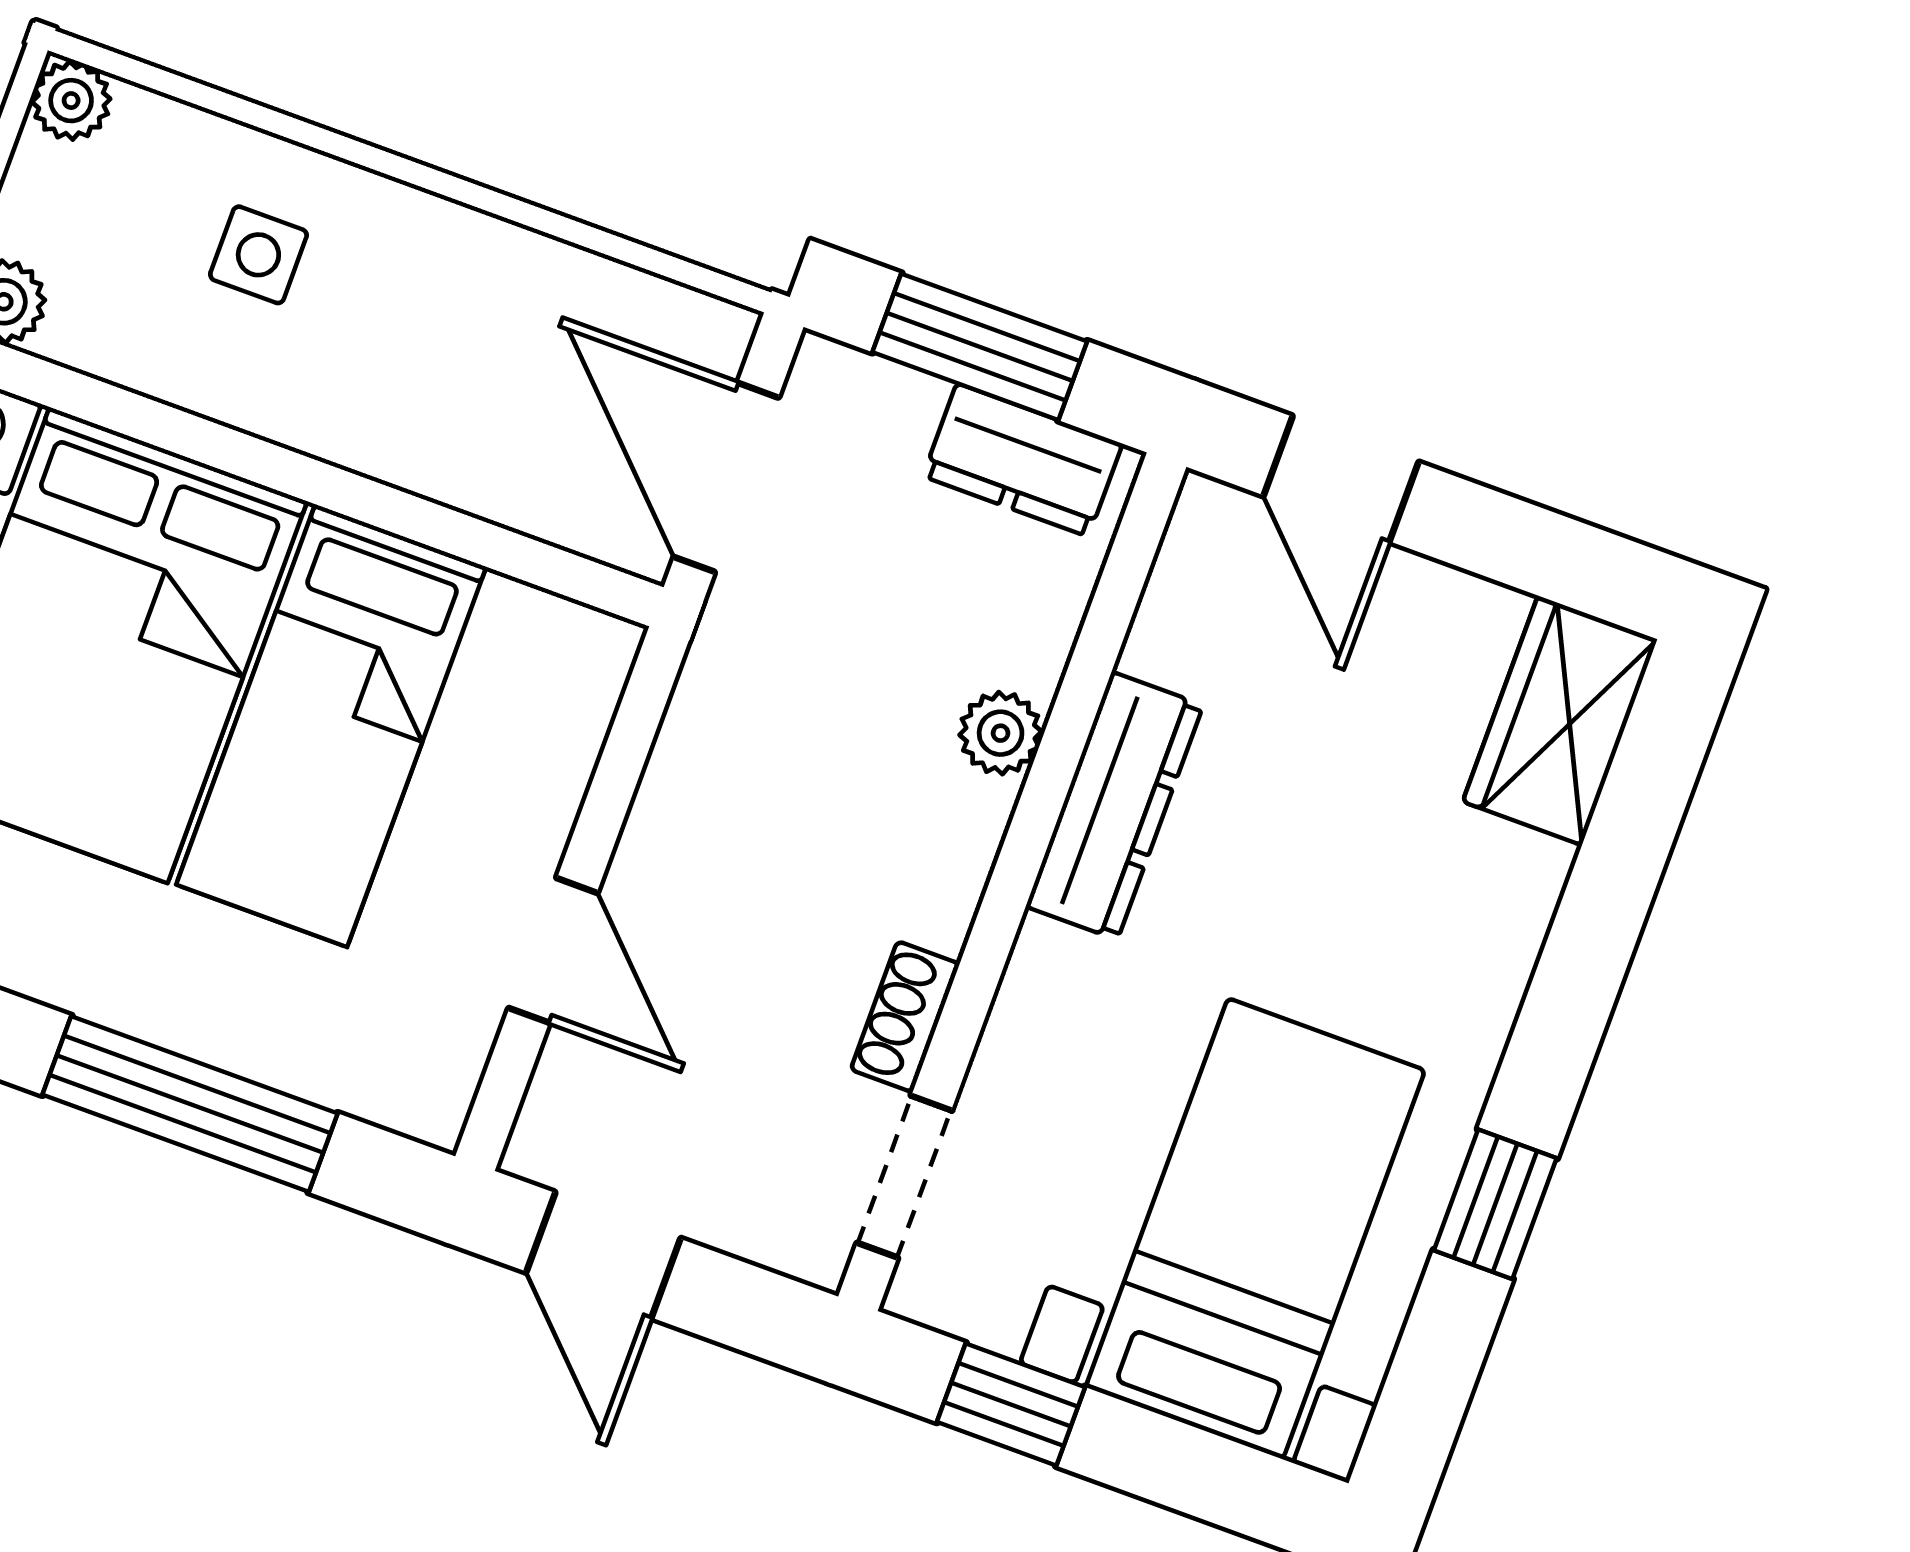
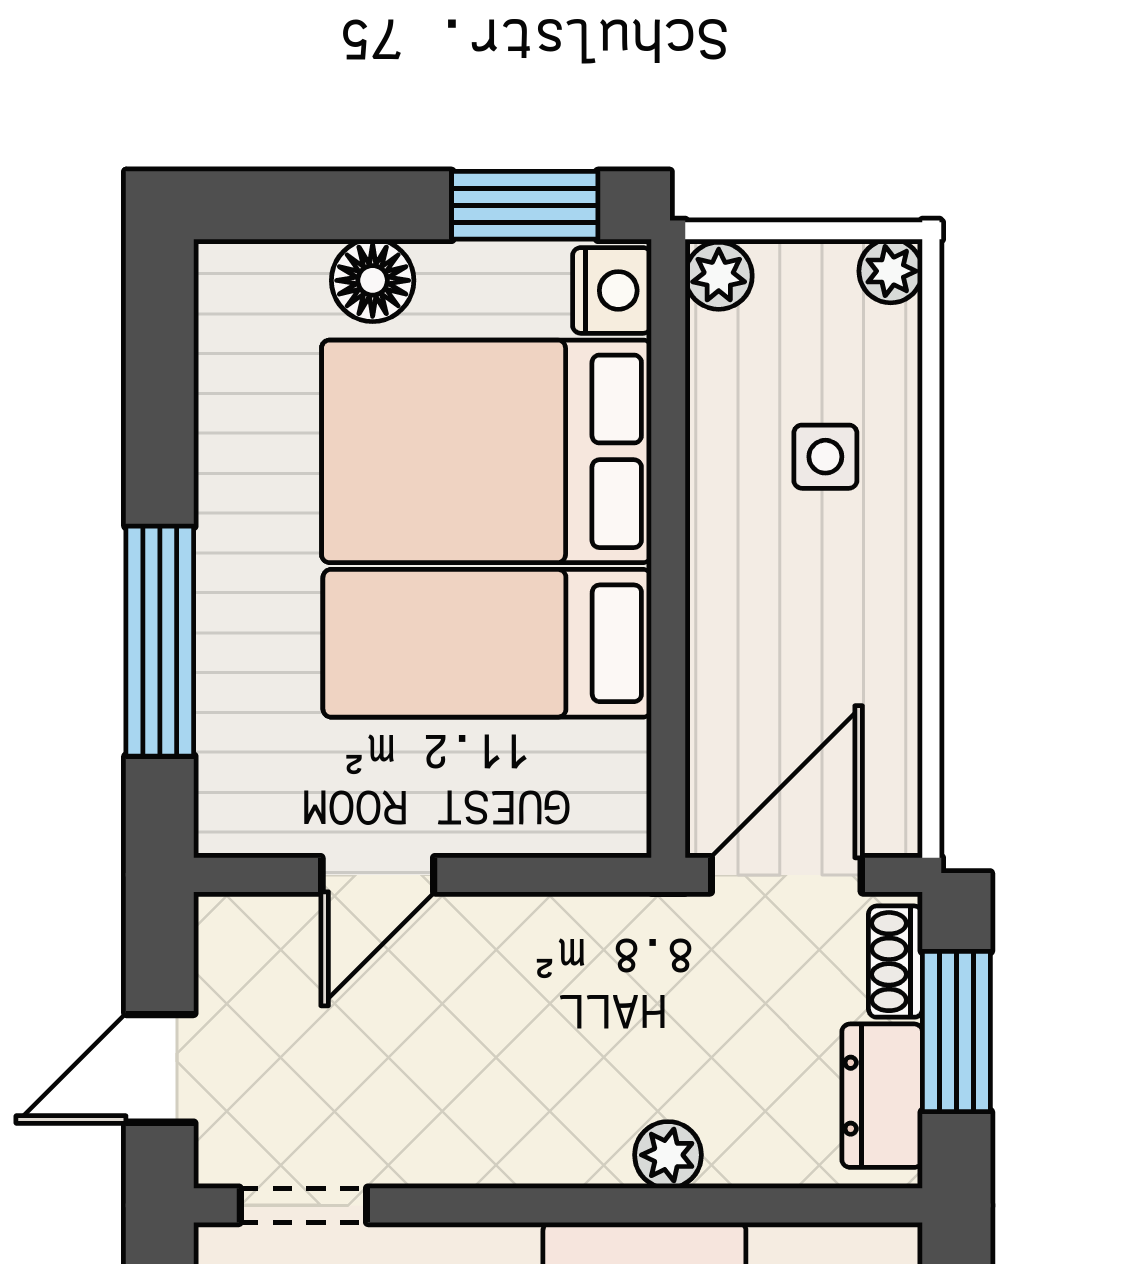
shoe rack: (905, 1017) -> (895, 962), moved, turned -90
door: (603, 1255) -> (160, 1068), moved

